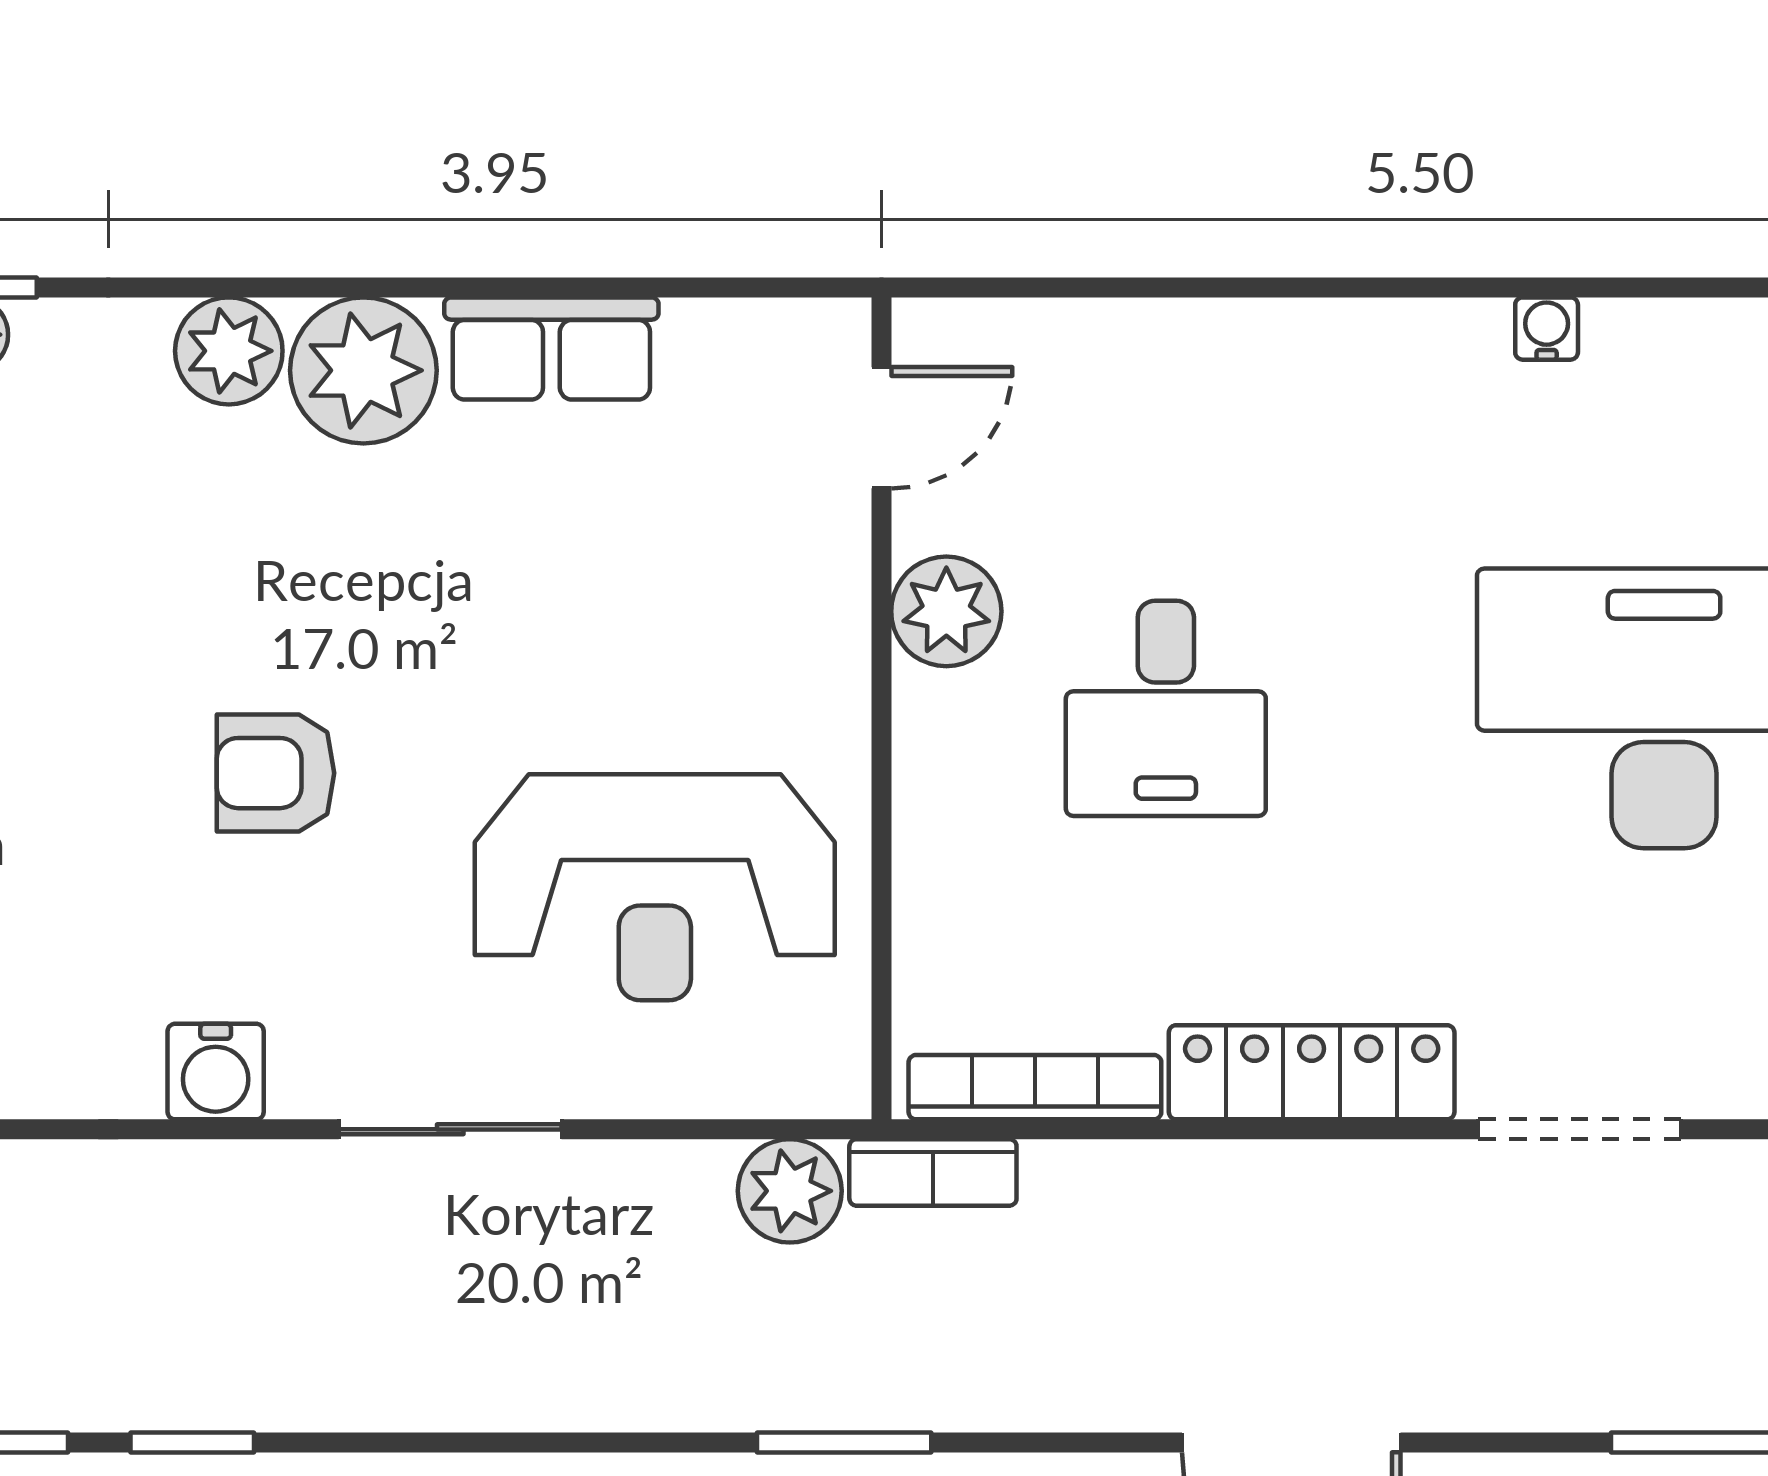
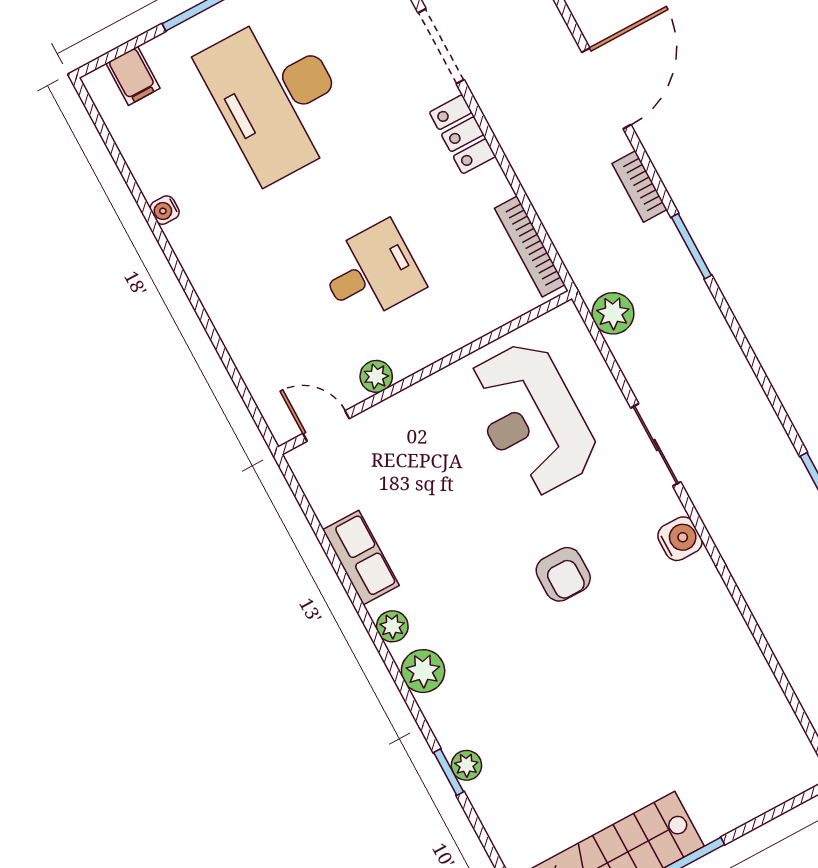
plant: (363, 370) -> (392, 626), width x0.53, depth x0.53
plant: (946, 611) -> (376, 376), width x0.73, depth x0.73
reception desk: (655, 887) -> (531, 419), turned 180
locker: (1312, 1072) -> (463, 134), width x0.66
bookcase: (933, 1172) -> (640, 186), moved, turned 180

